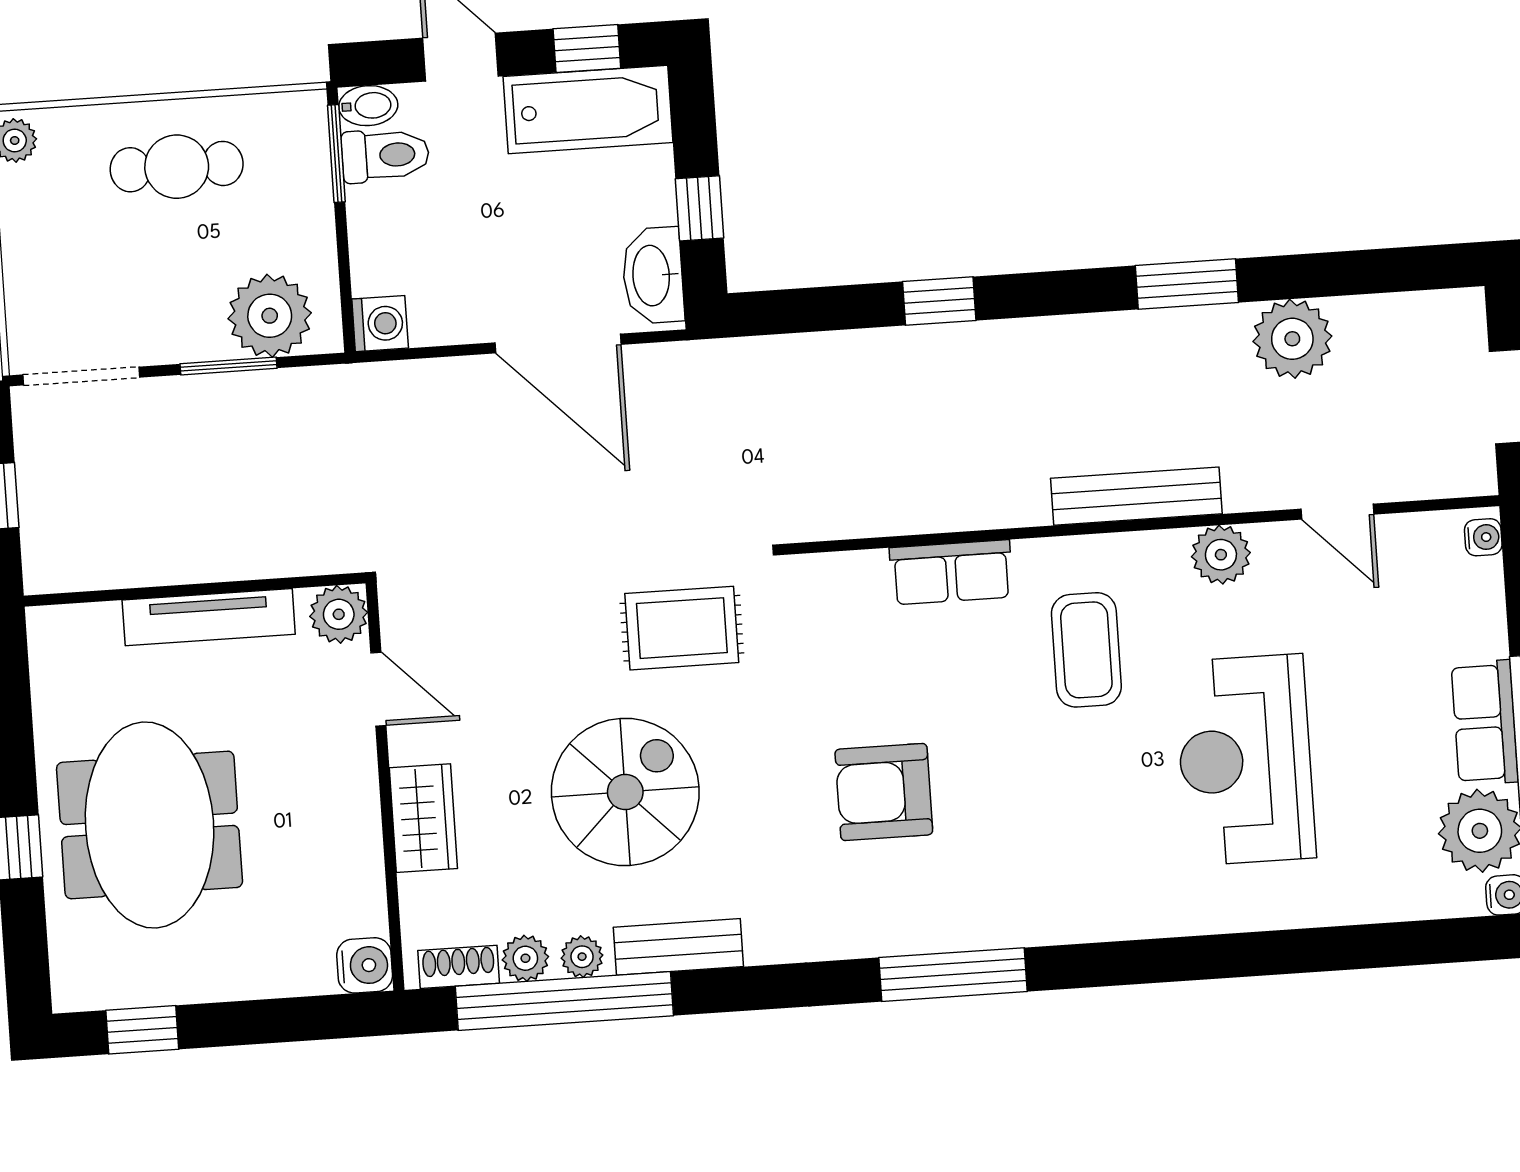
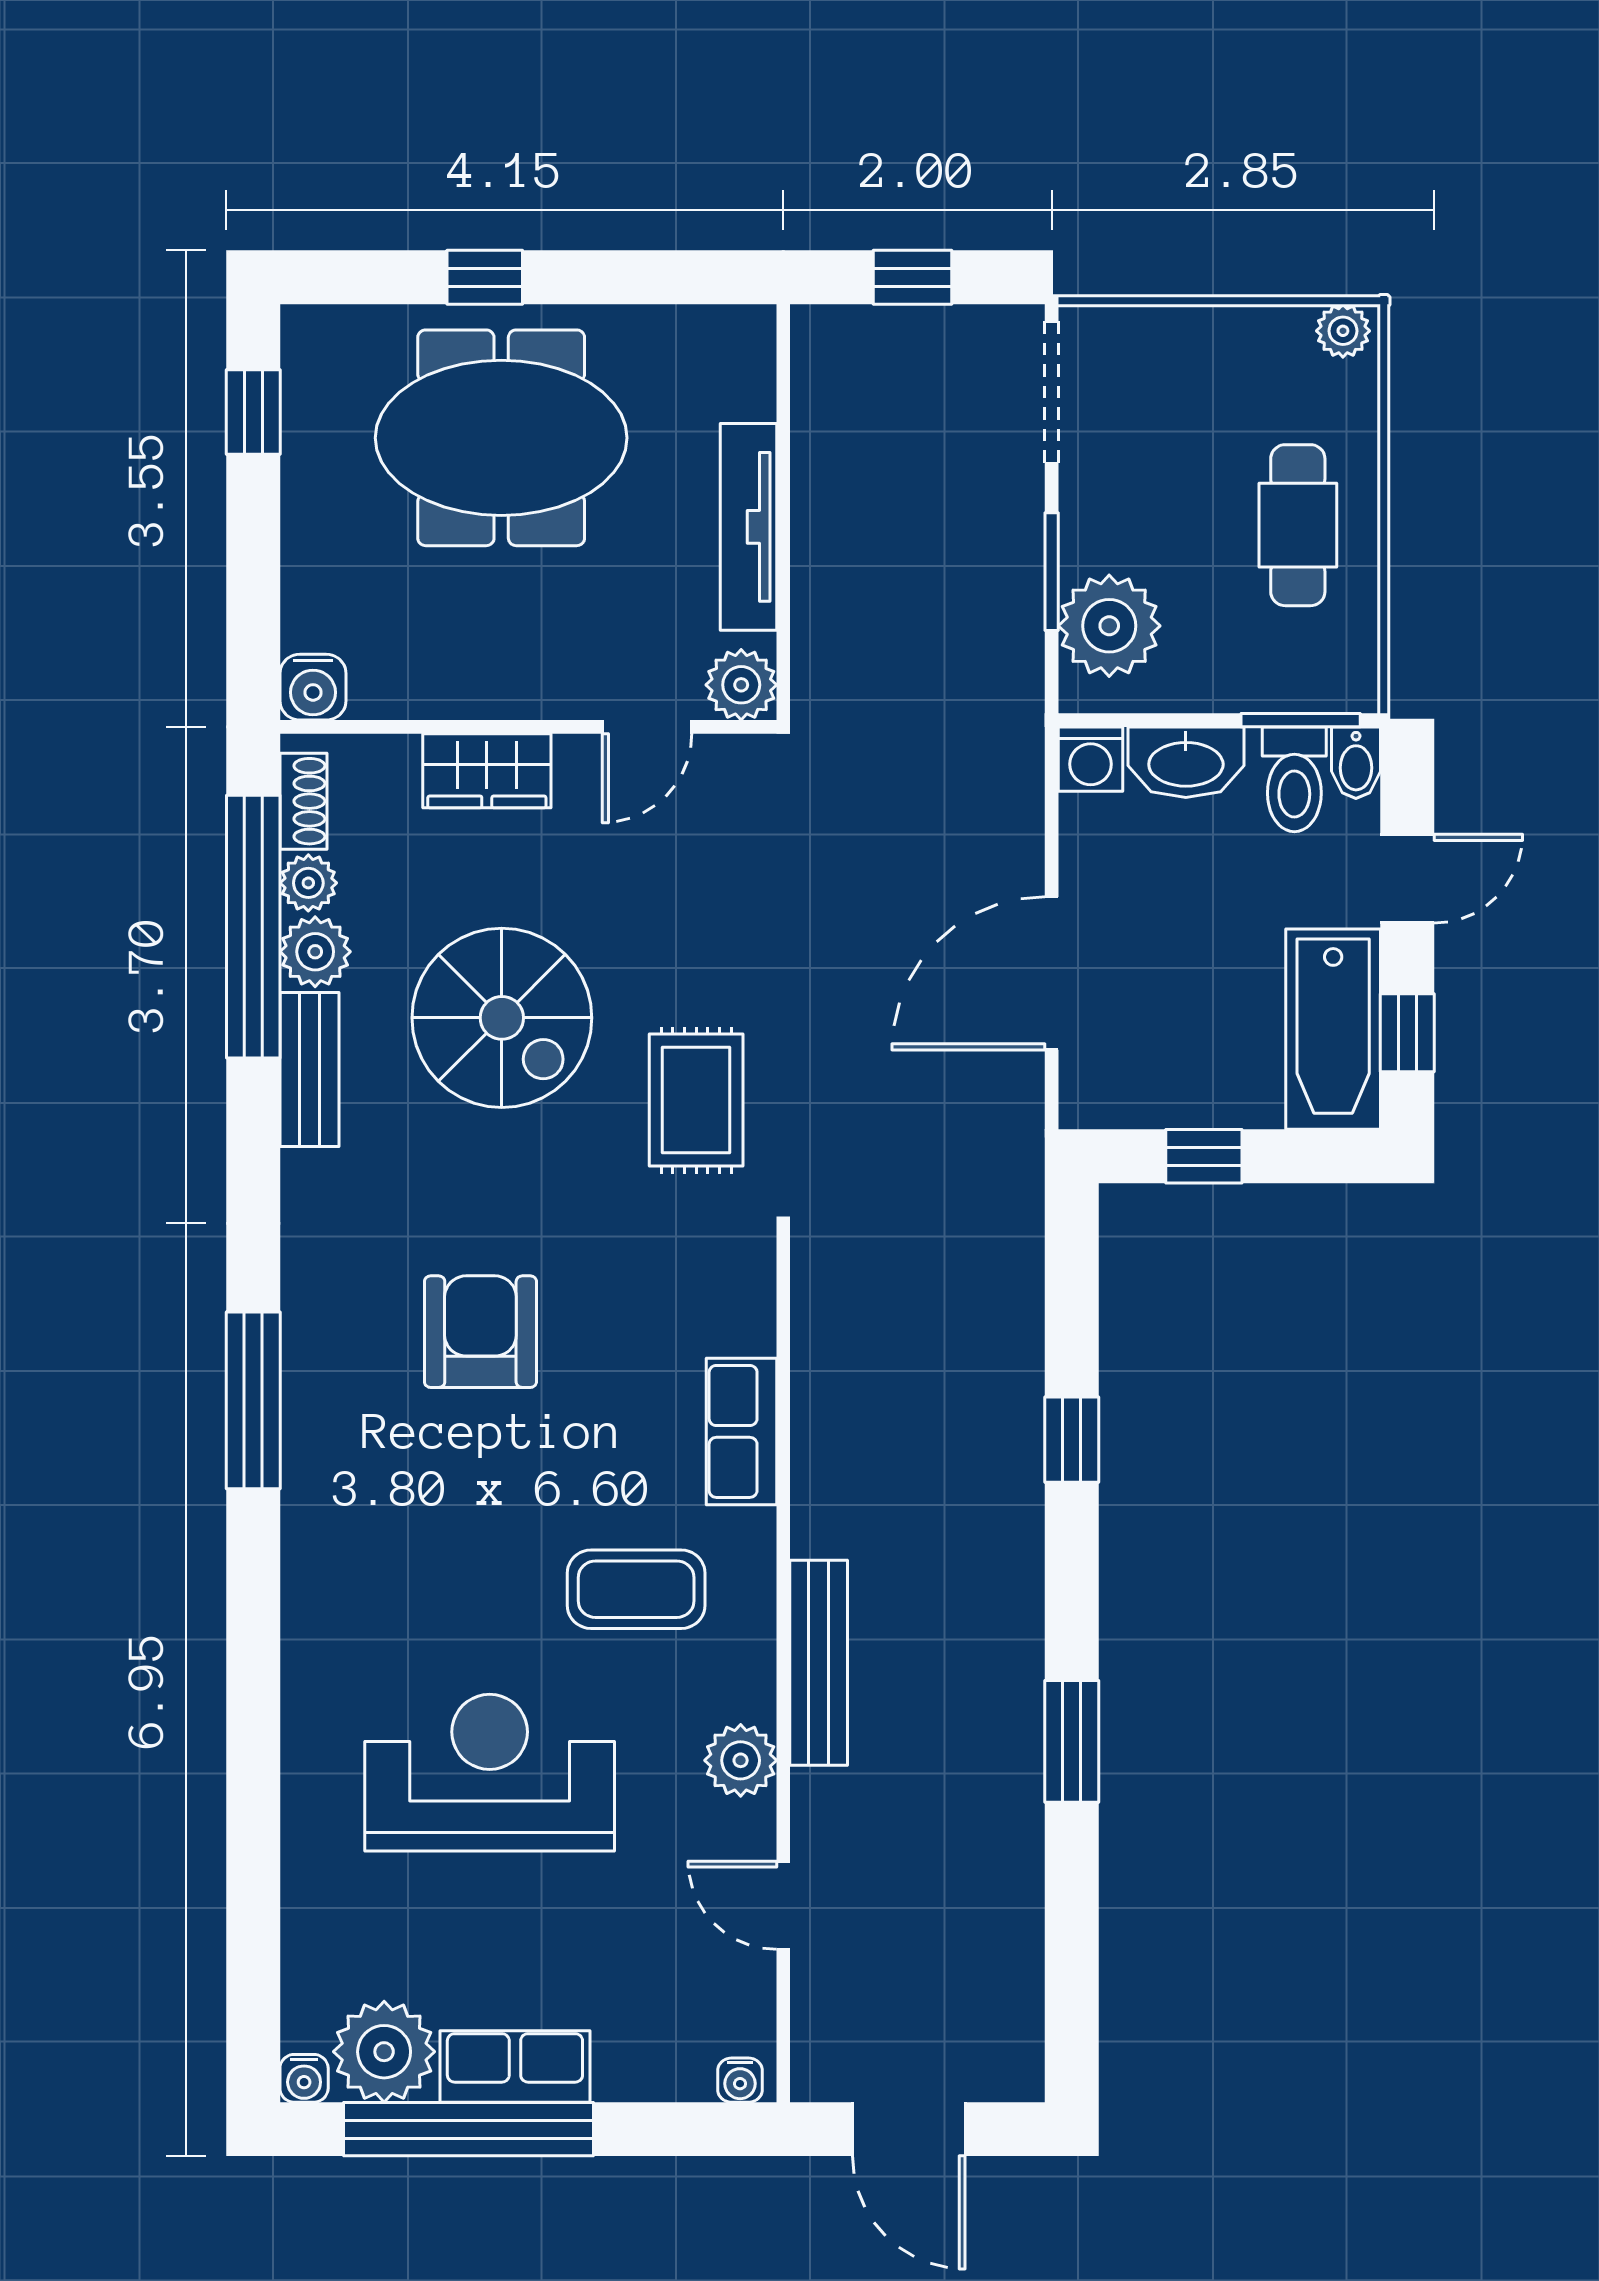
washbasin: (653, 275) -> (1186, 762), moved, turned 180
plant: (1292, 339) -> (997, 1865), removed
door: (1337, 512) -> (783, 1905), hinge flipped
plant: (582, 957) -> (315, 952), width x1.38, depth x1.38

